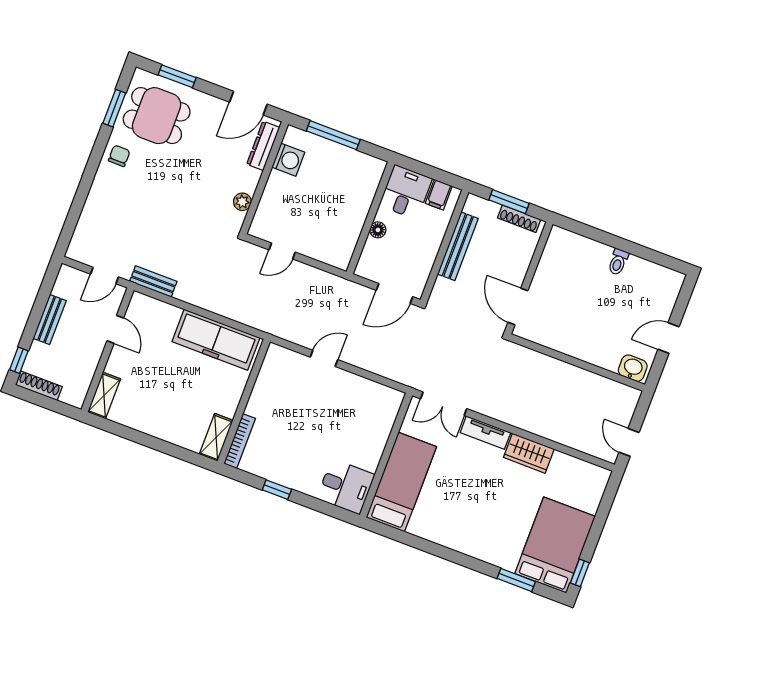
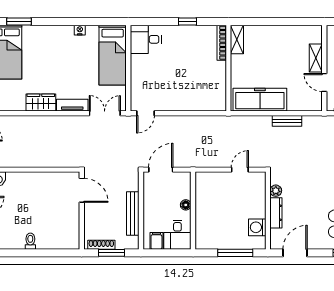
dresser: (263, 146) -> (276, 213), moved
bench: (153, 281) -> (287, 121), moved
door: (324, 358) -> (145, 113), moved
shelving: (104, 396) -> (316, 58), moved
nightstand: (435, 535) -> (80, 30), added

